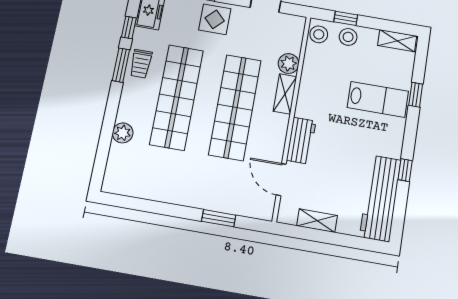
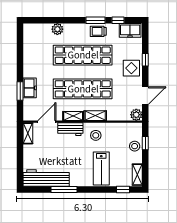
stool: (319, 34) -> (96, 135), moved
plant: (289, 64) -> (136, 115), moved
window: (416, 95) -> (123, 190), moved
shelving: (279, 132) -> (73, 116), added
window: (405, 170) -> (64, 190), width x2.17
freezer: (216, 200) -> (30, 88), added
shelving: (317, 221) -> (28, 133), moved

